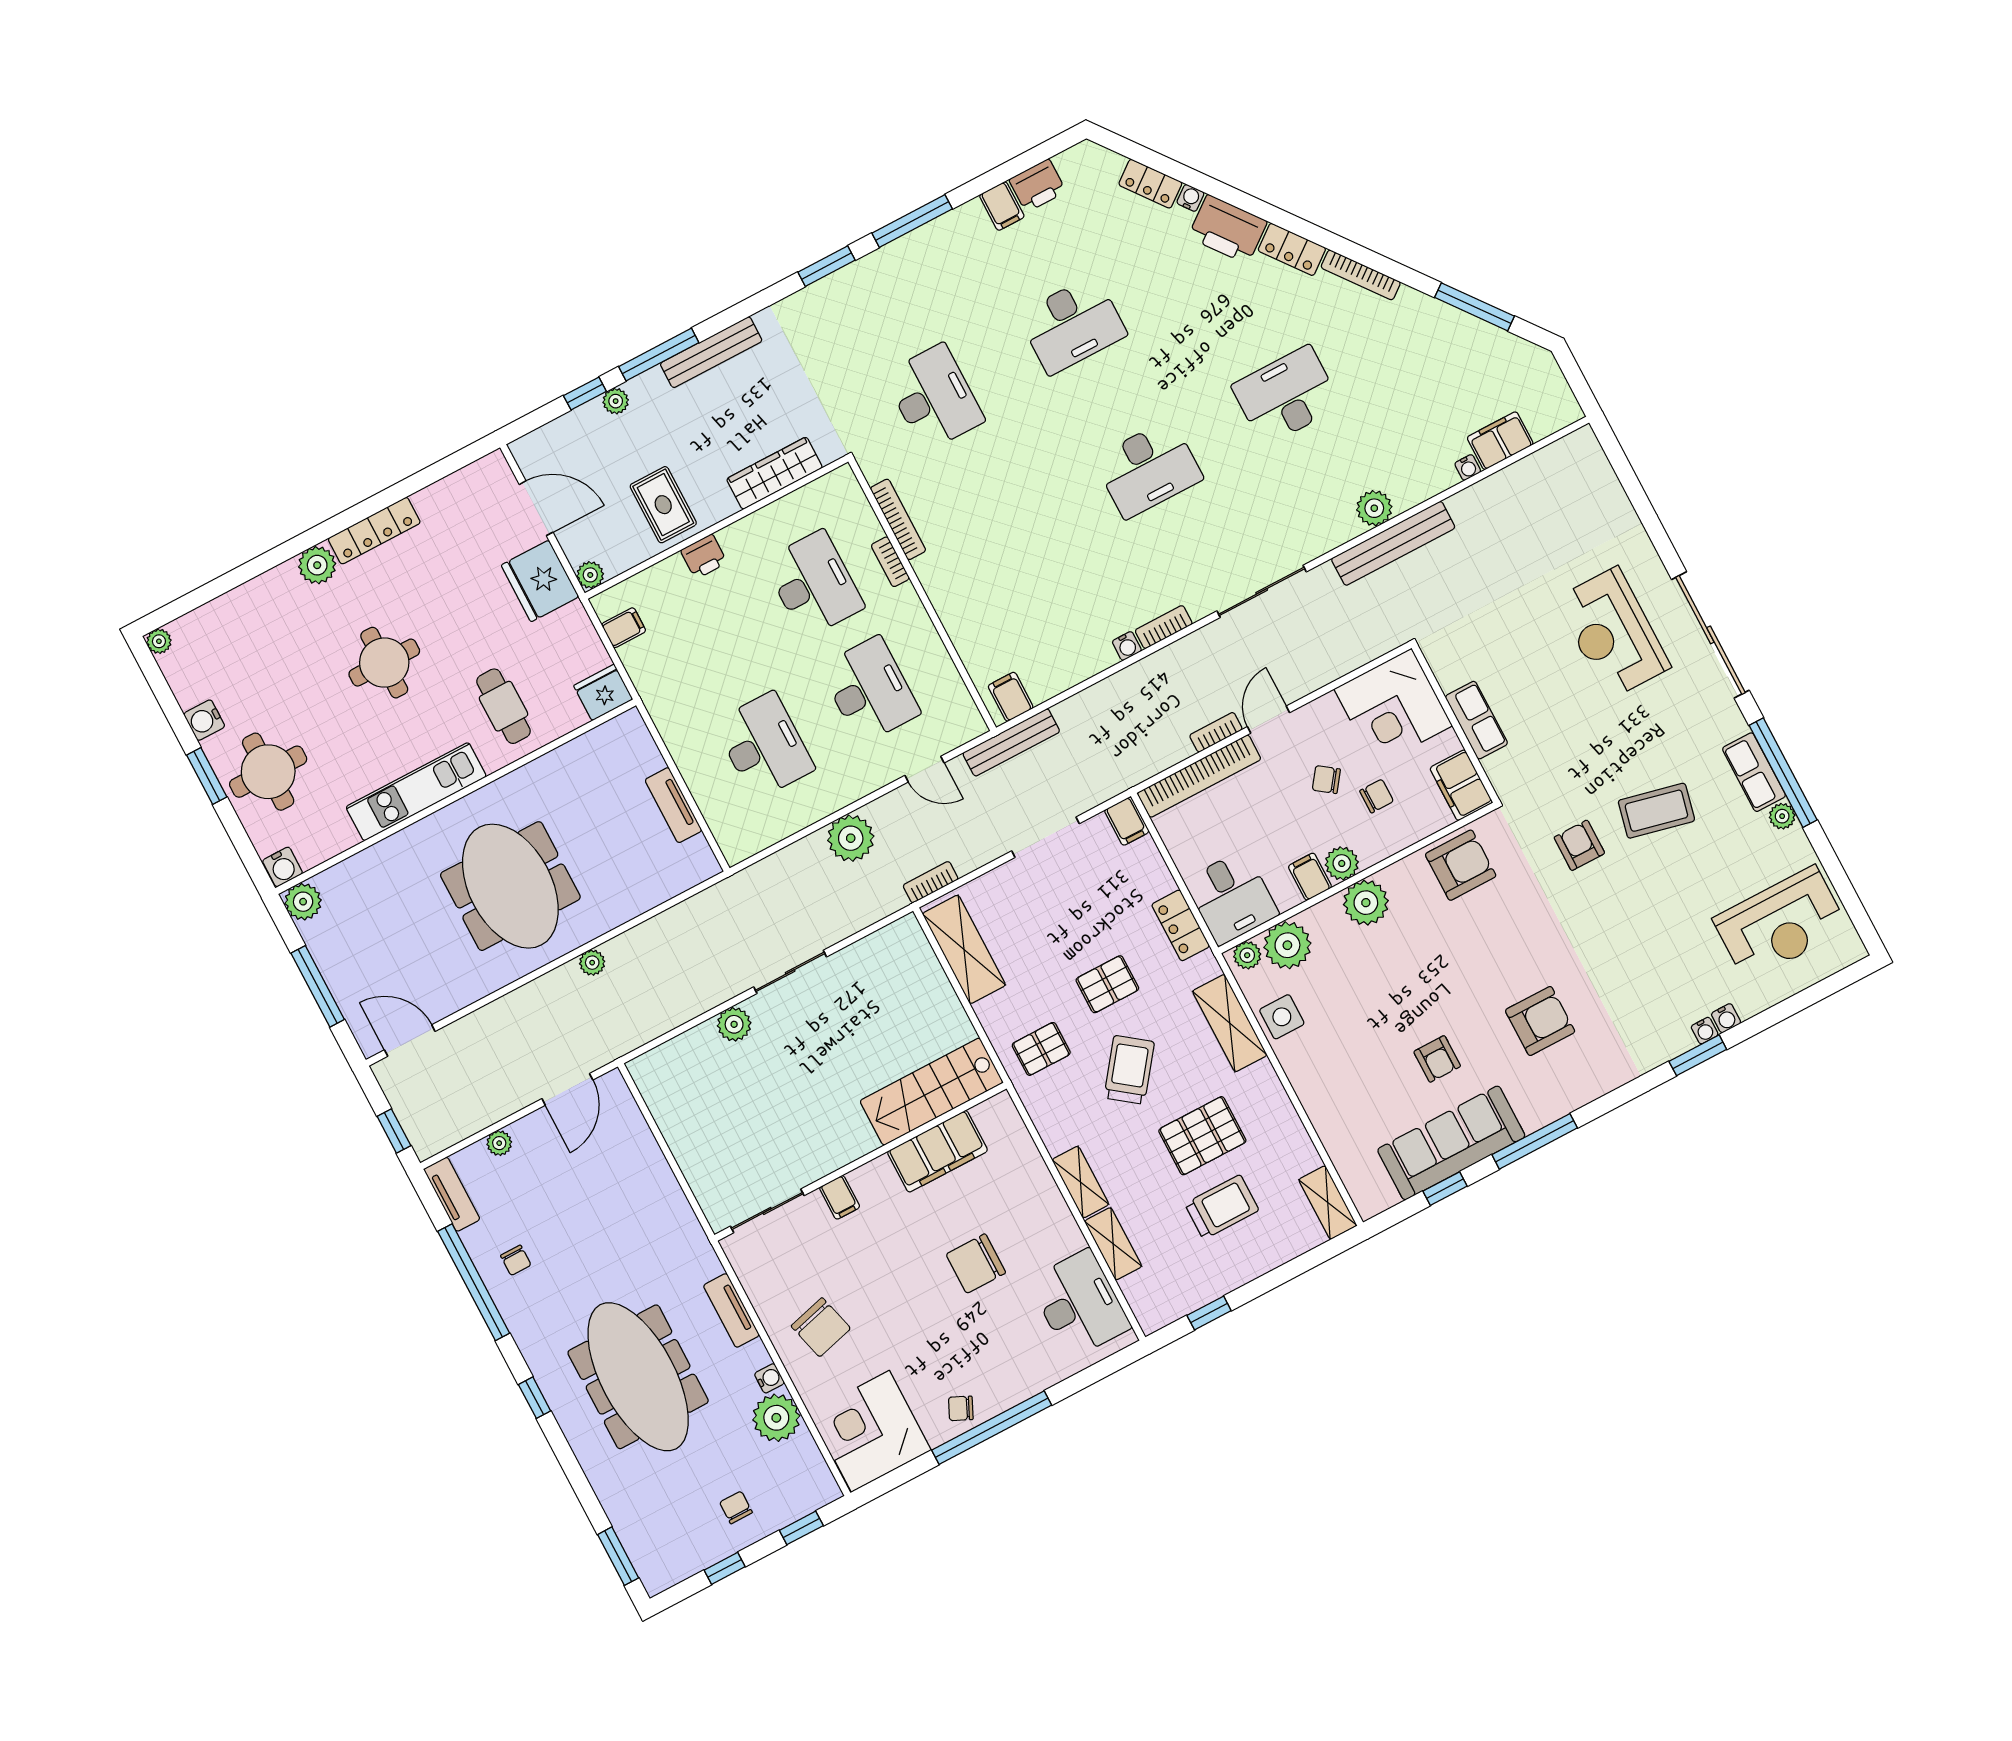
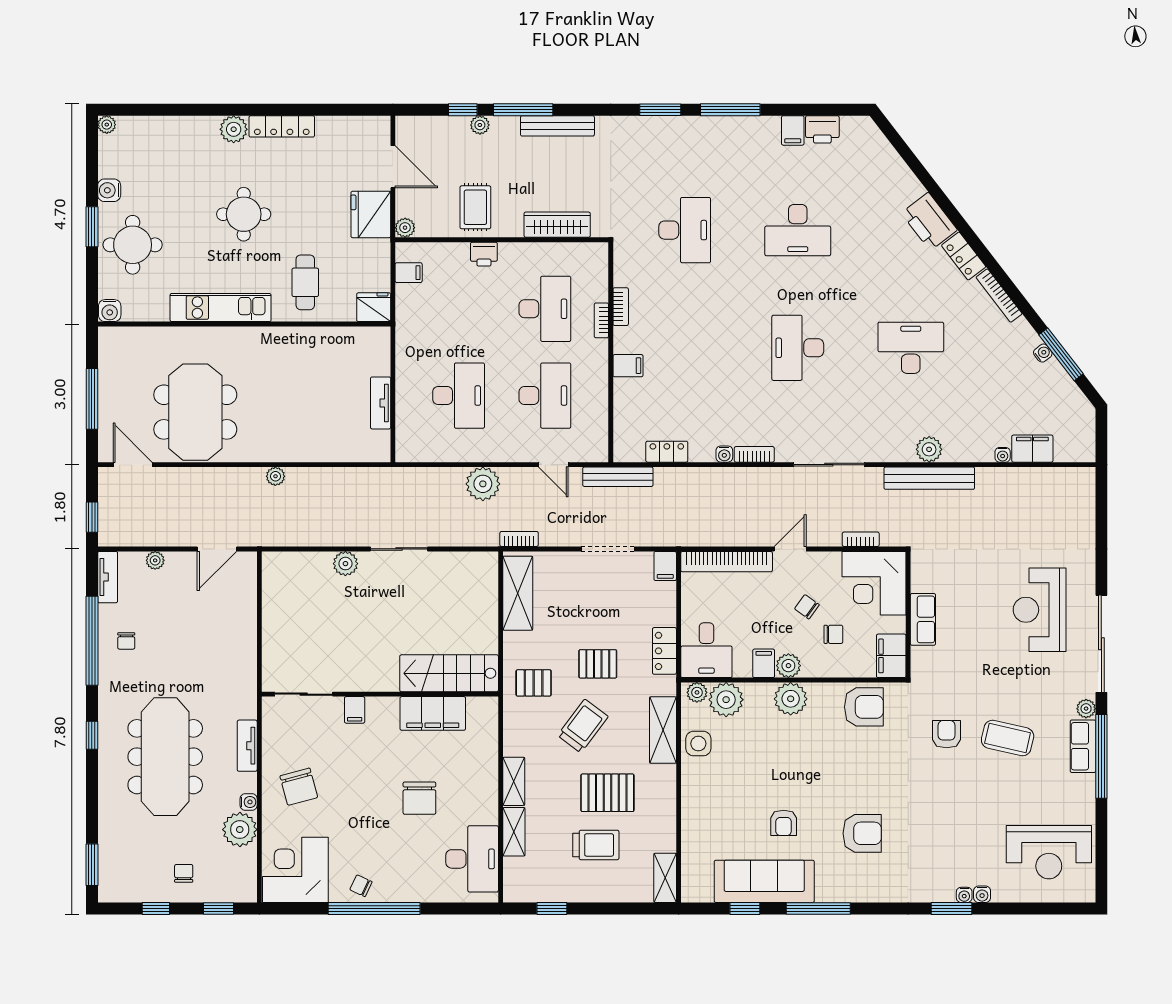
locker: (1150, 184) -> (667, 452), moved, turned 128
water cooler: (1190, 198) -> (1043, 353), moved
desk: (1148, 469) -> (798, 348), turned 90
bookcase: (898, 519) -> (621, 307), width x0.64
filing cabinet: (1011, 697) -> (628, 366), moved, turned 90
bookcase: (1216, 732) -> (861, 539), moved
plant: (1782, 816) -> (1086, 709), moved
meeting table: (510, 886) -> (195, 412), moved
plant: (303, 902) -> (111, 340), removed
chair: (976, 1264) -> (419, 798), turned -90

